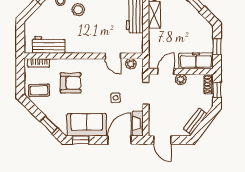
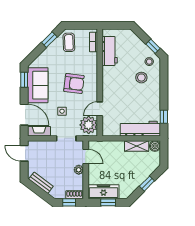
freezer: (196, 61) -> (104, 192), moved, turned -90
plant: (131, 64) -> (89, 125), width x1.88, depth x1.88
armchair: (71, 83) -> (74, 83), moved, turned -83
window: (49, 125) -> (49, 40), moved
door: (162, 140) -> (24, 153), hinge flipped

